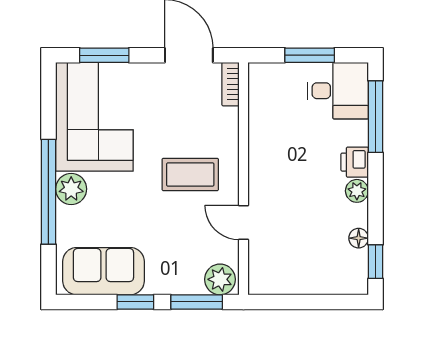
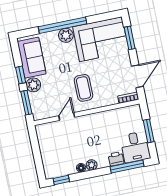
printer: (355, 162) -> (116, 159), moved
floor lamp: (359, 238) -> (81, 168), moved
plant: (220, 279) -> (33, 85), moved

